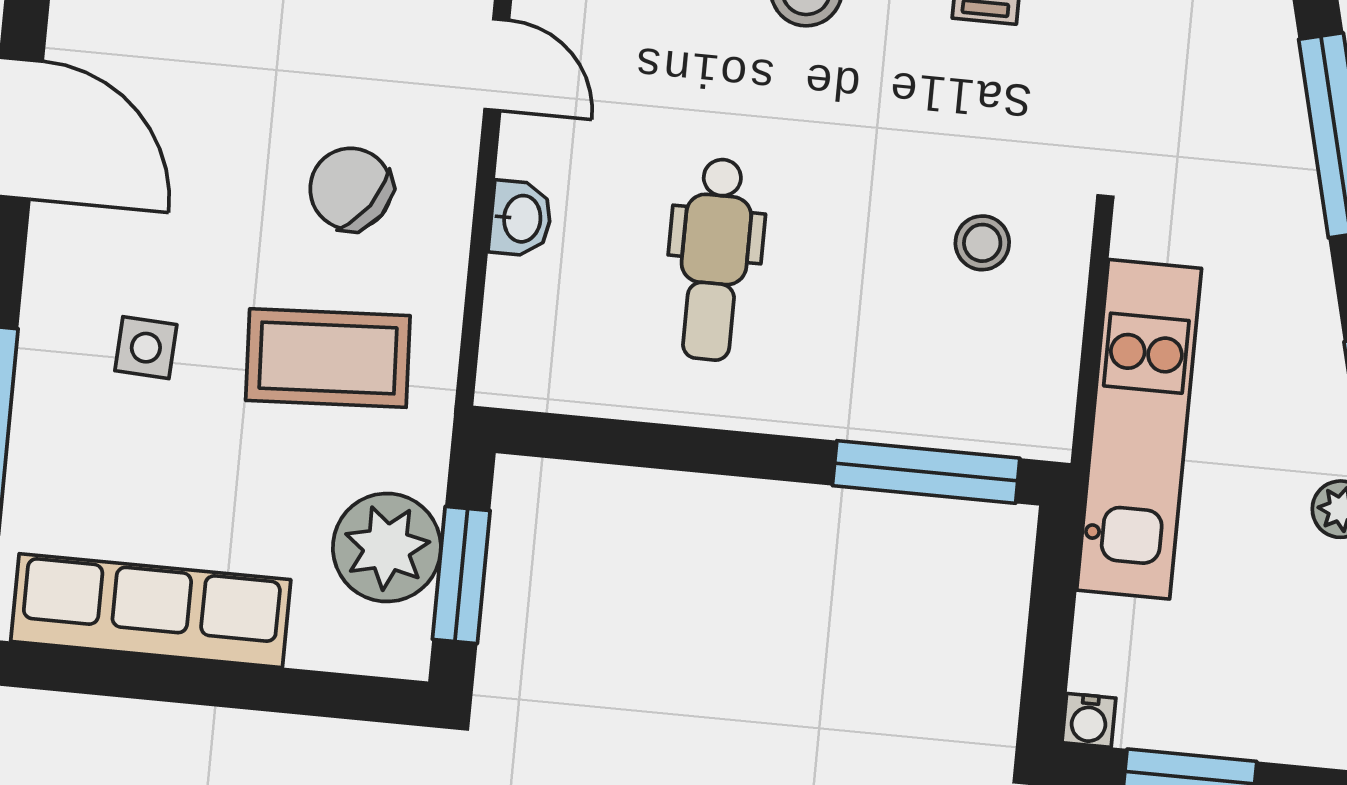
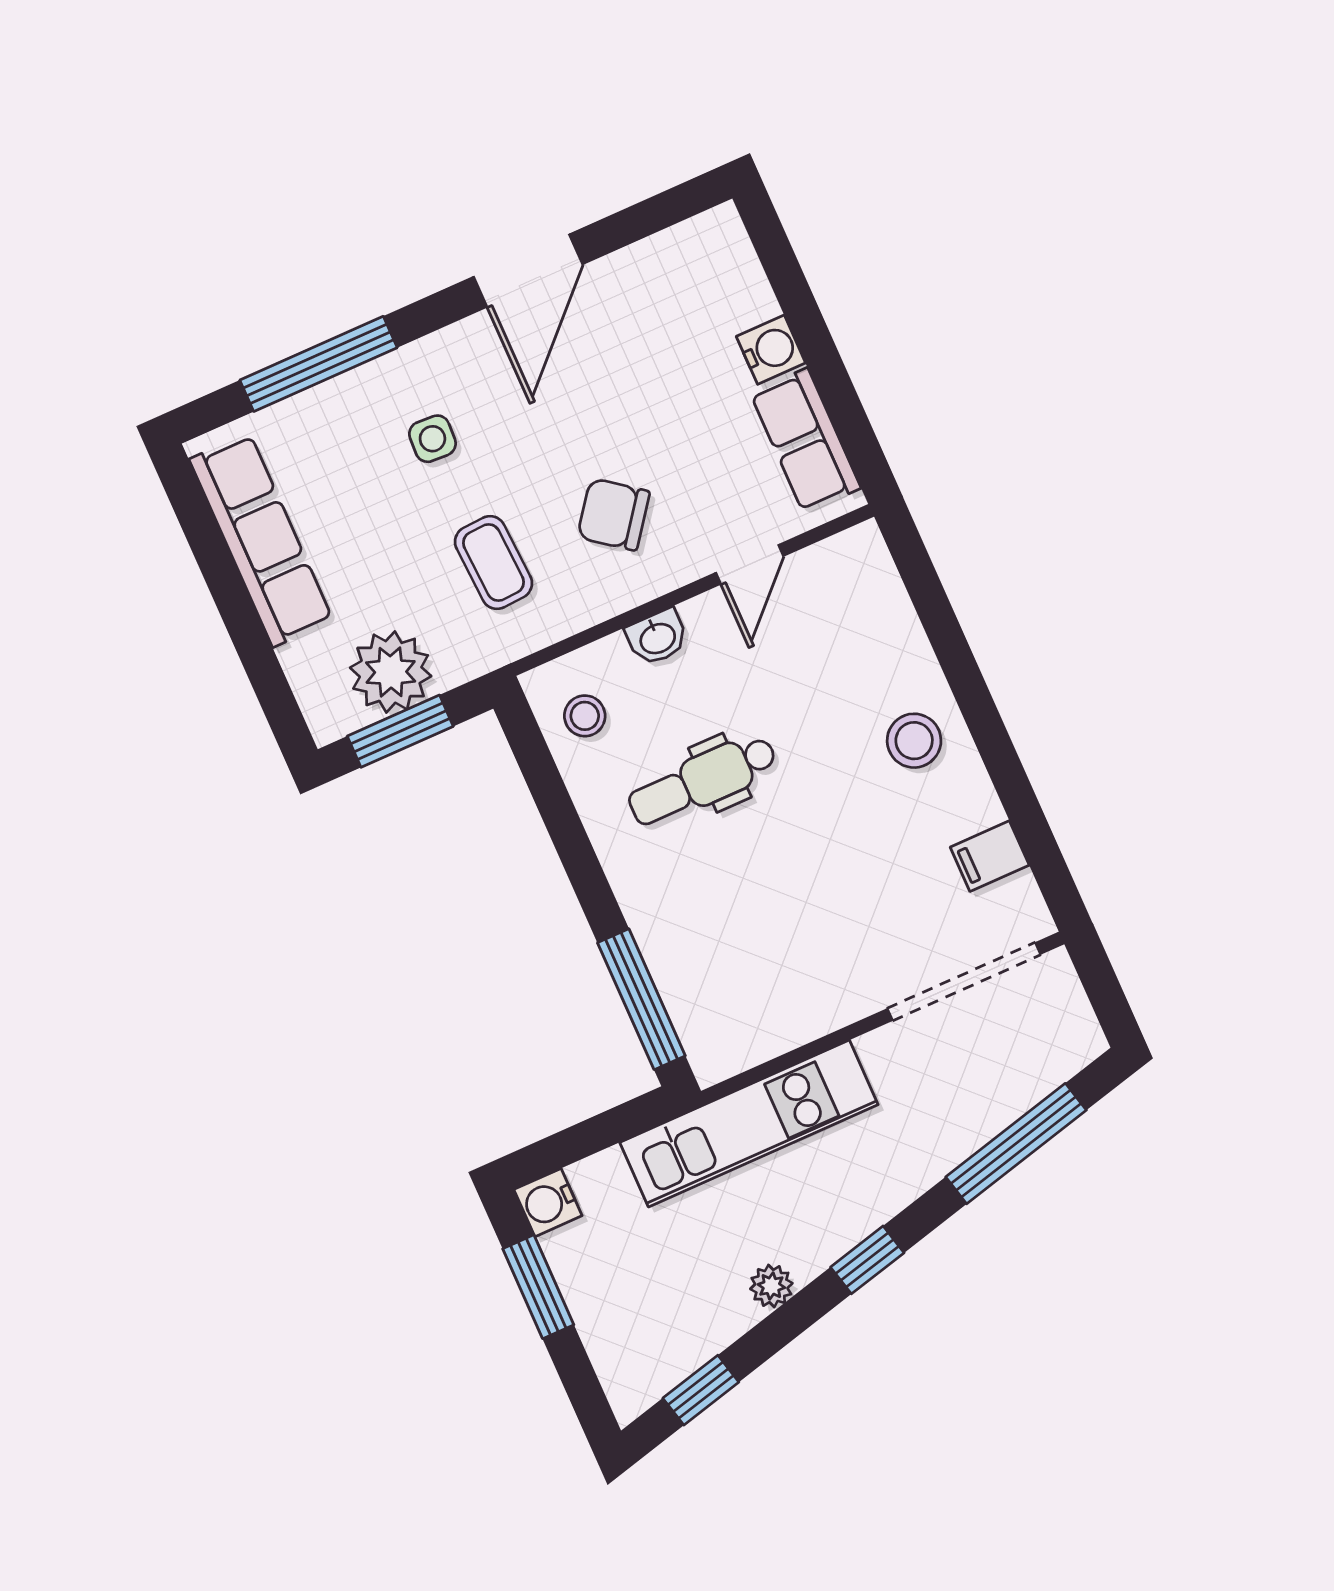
chair: (351, 189) -> (613, 514), turned -88
stool: (982, 243) -> (585, 716), moved
coffee table: (328, 358) -> (494, 563), width x0.73, depth x0.77
water cooler: (1089, 720) -> (548, 1203), width x1.38, depth x1.38

